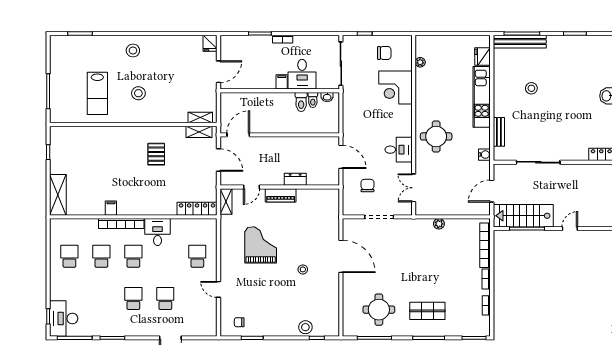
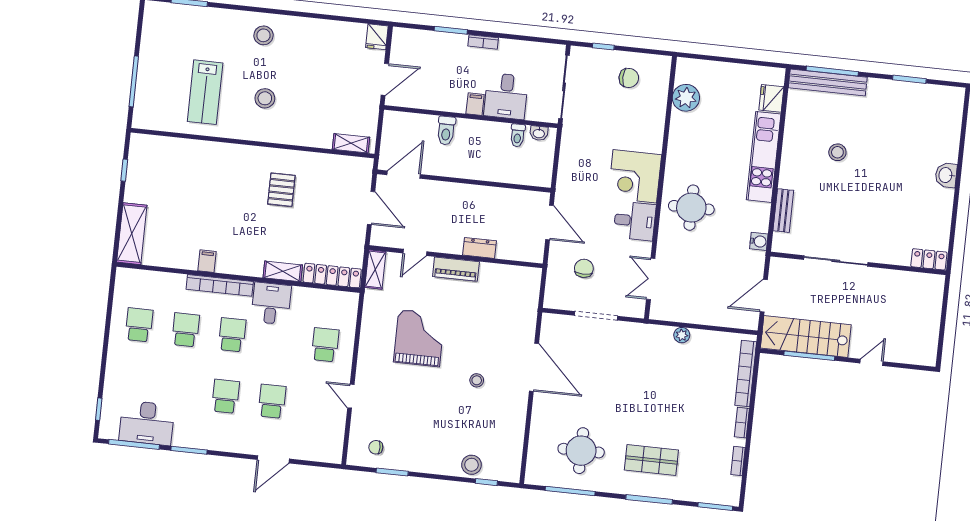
plant: (420, 62) -> (686, 98), width x1.88, depth x1.88
corner desk: (395, 87) -> (635, 176), moved
toilet: (301, 102) -> (446, 131), moved
shelving: (199, 132) -> (283, 271), moved
desk: (64, 318) -> (147, 423), moved, turned -90

